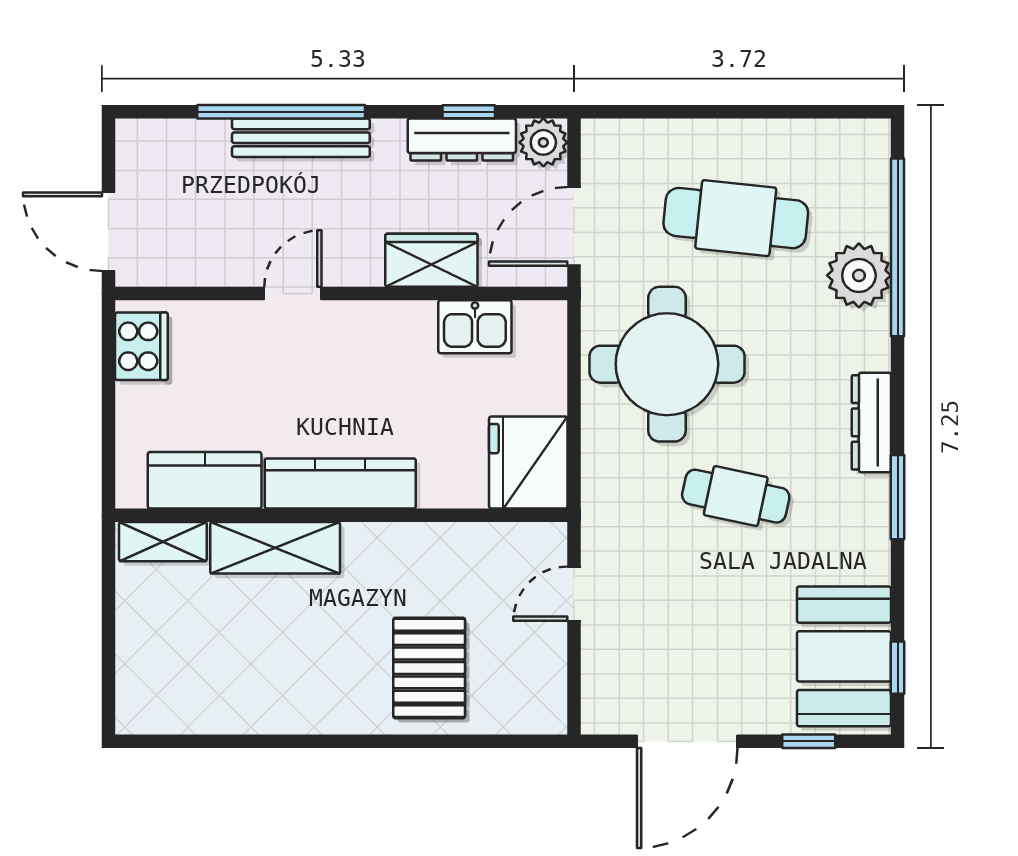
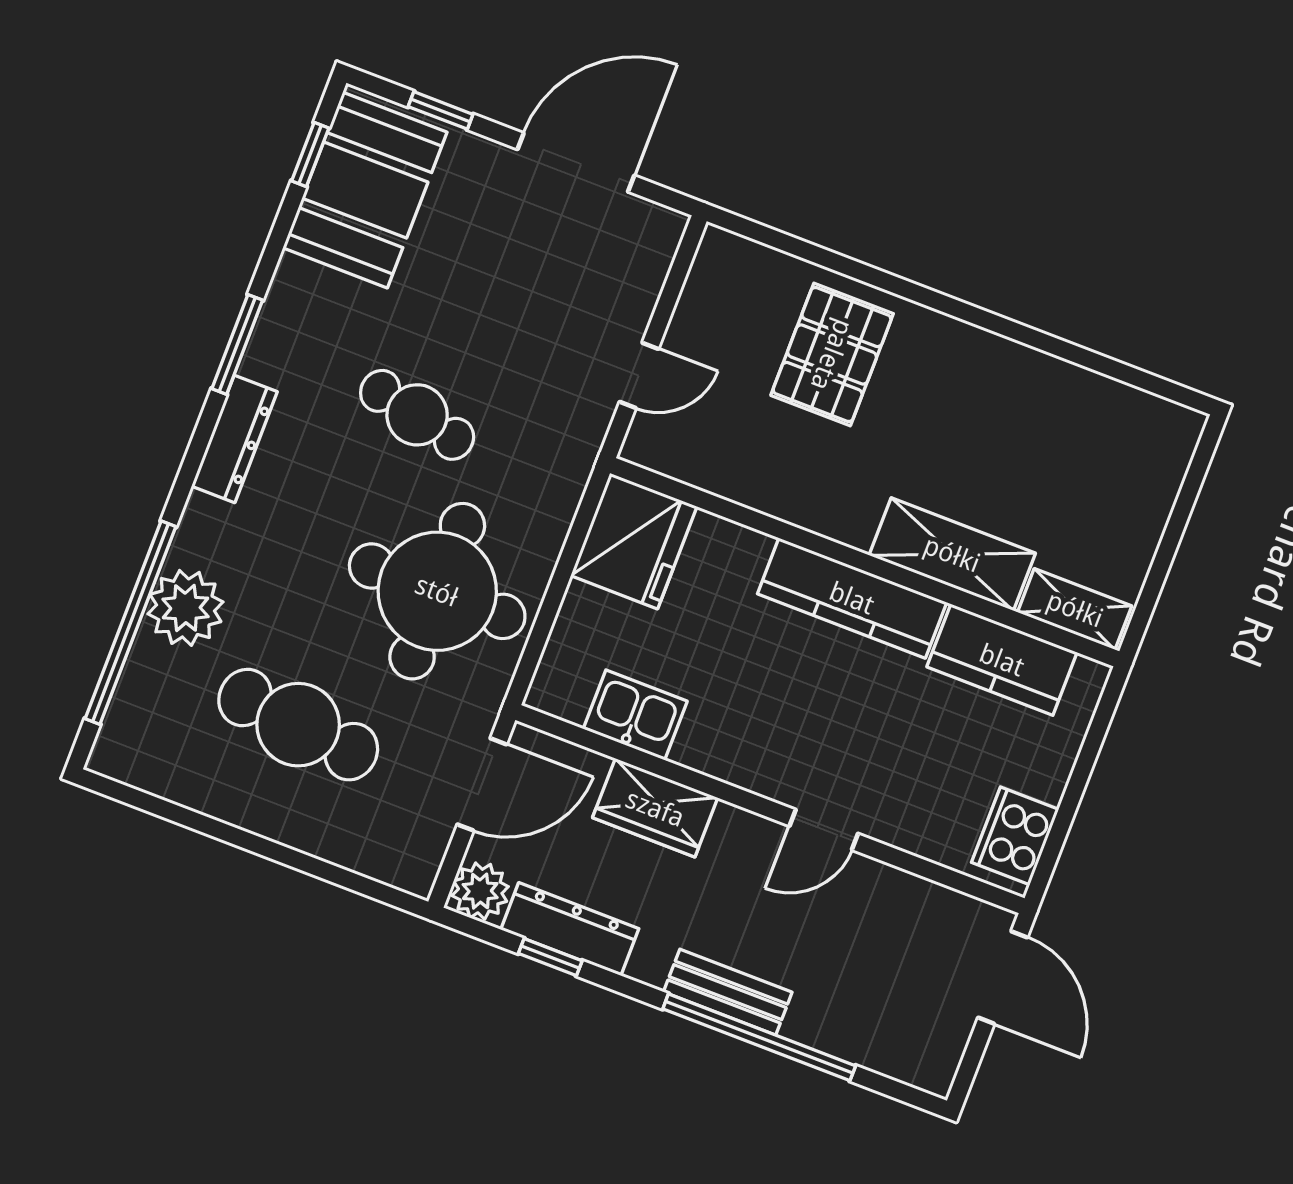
bench: (301, 138) -> (728, 992), width x0.73

